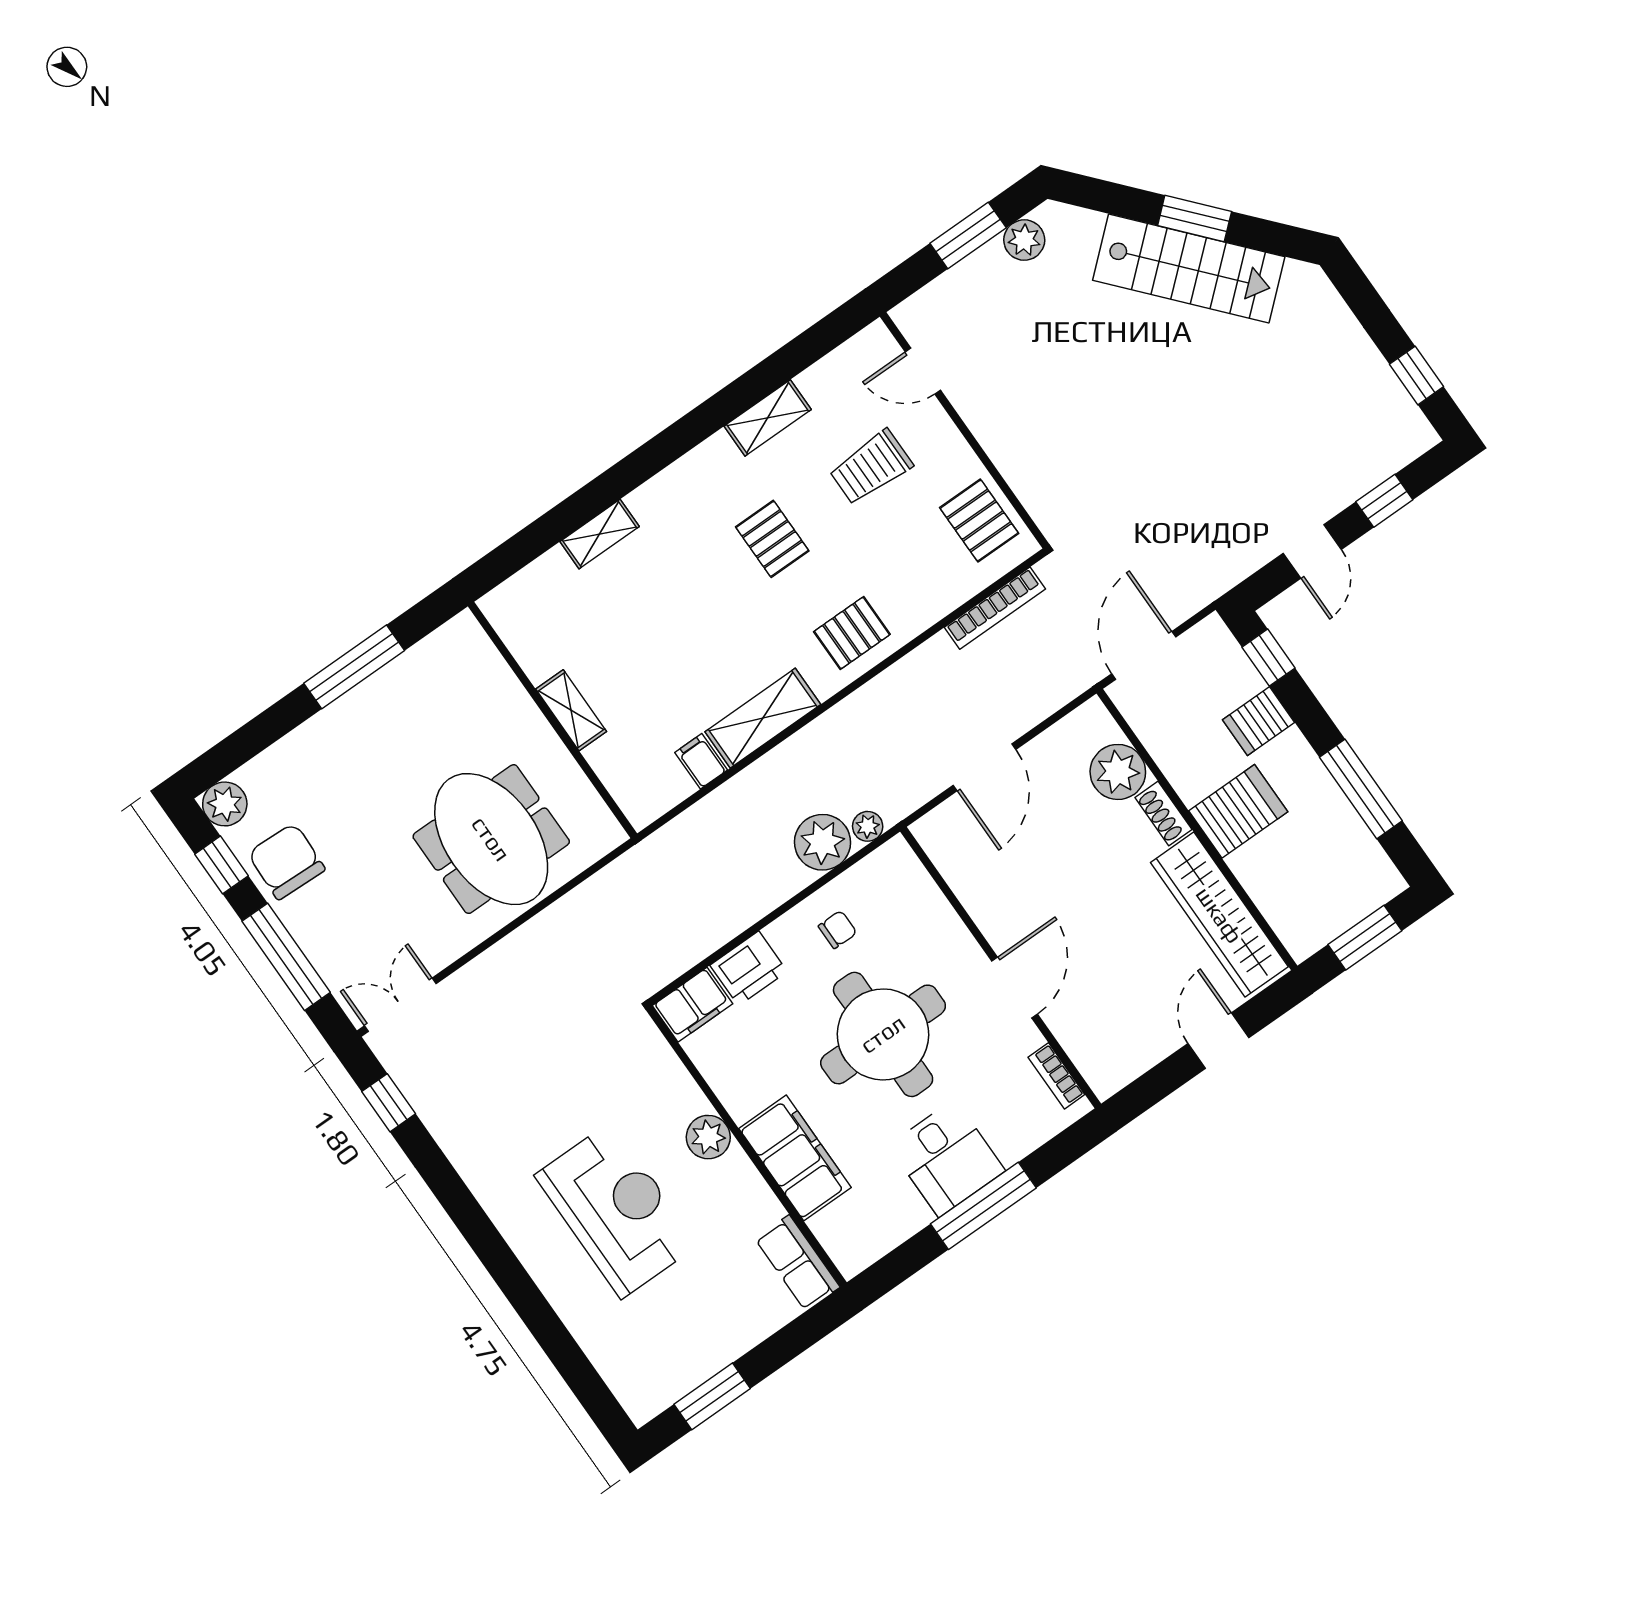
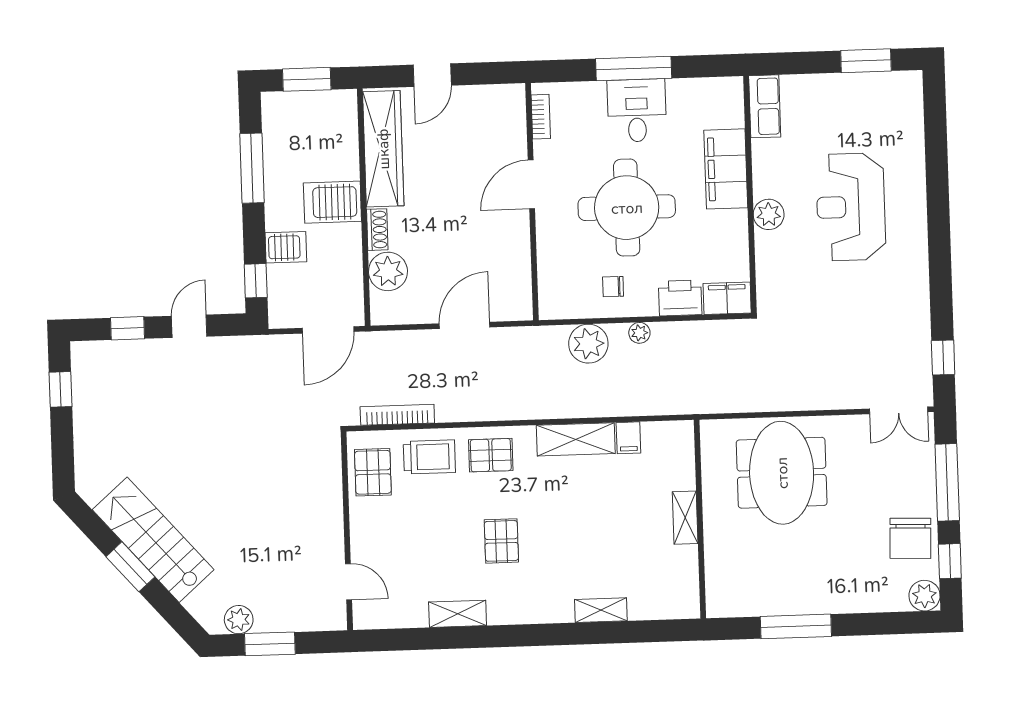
trolley: (871, 467) -> (429, 457), moved
plant: (868, 826) -> (639, 333), moved

